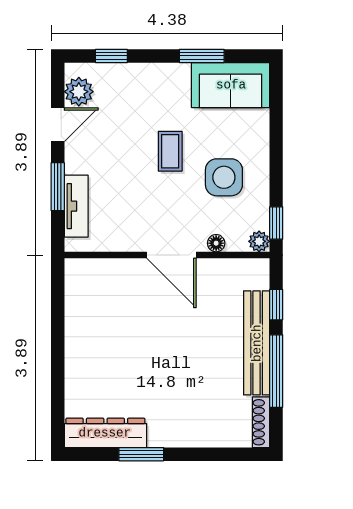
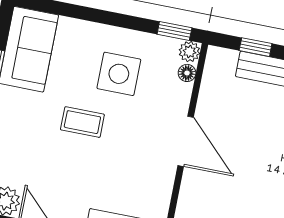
floor lamp: (216, 243) -> (187, 73), moved
door: (171, 255) -> (186, 141), hinge flipped

